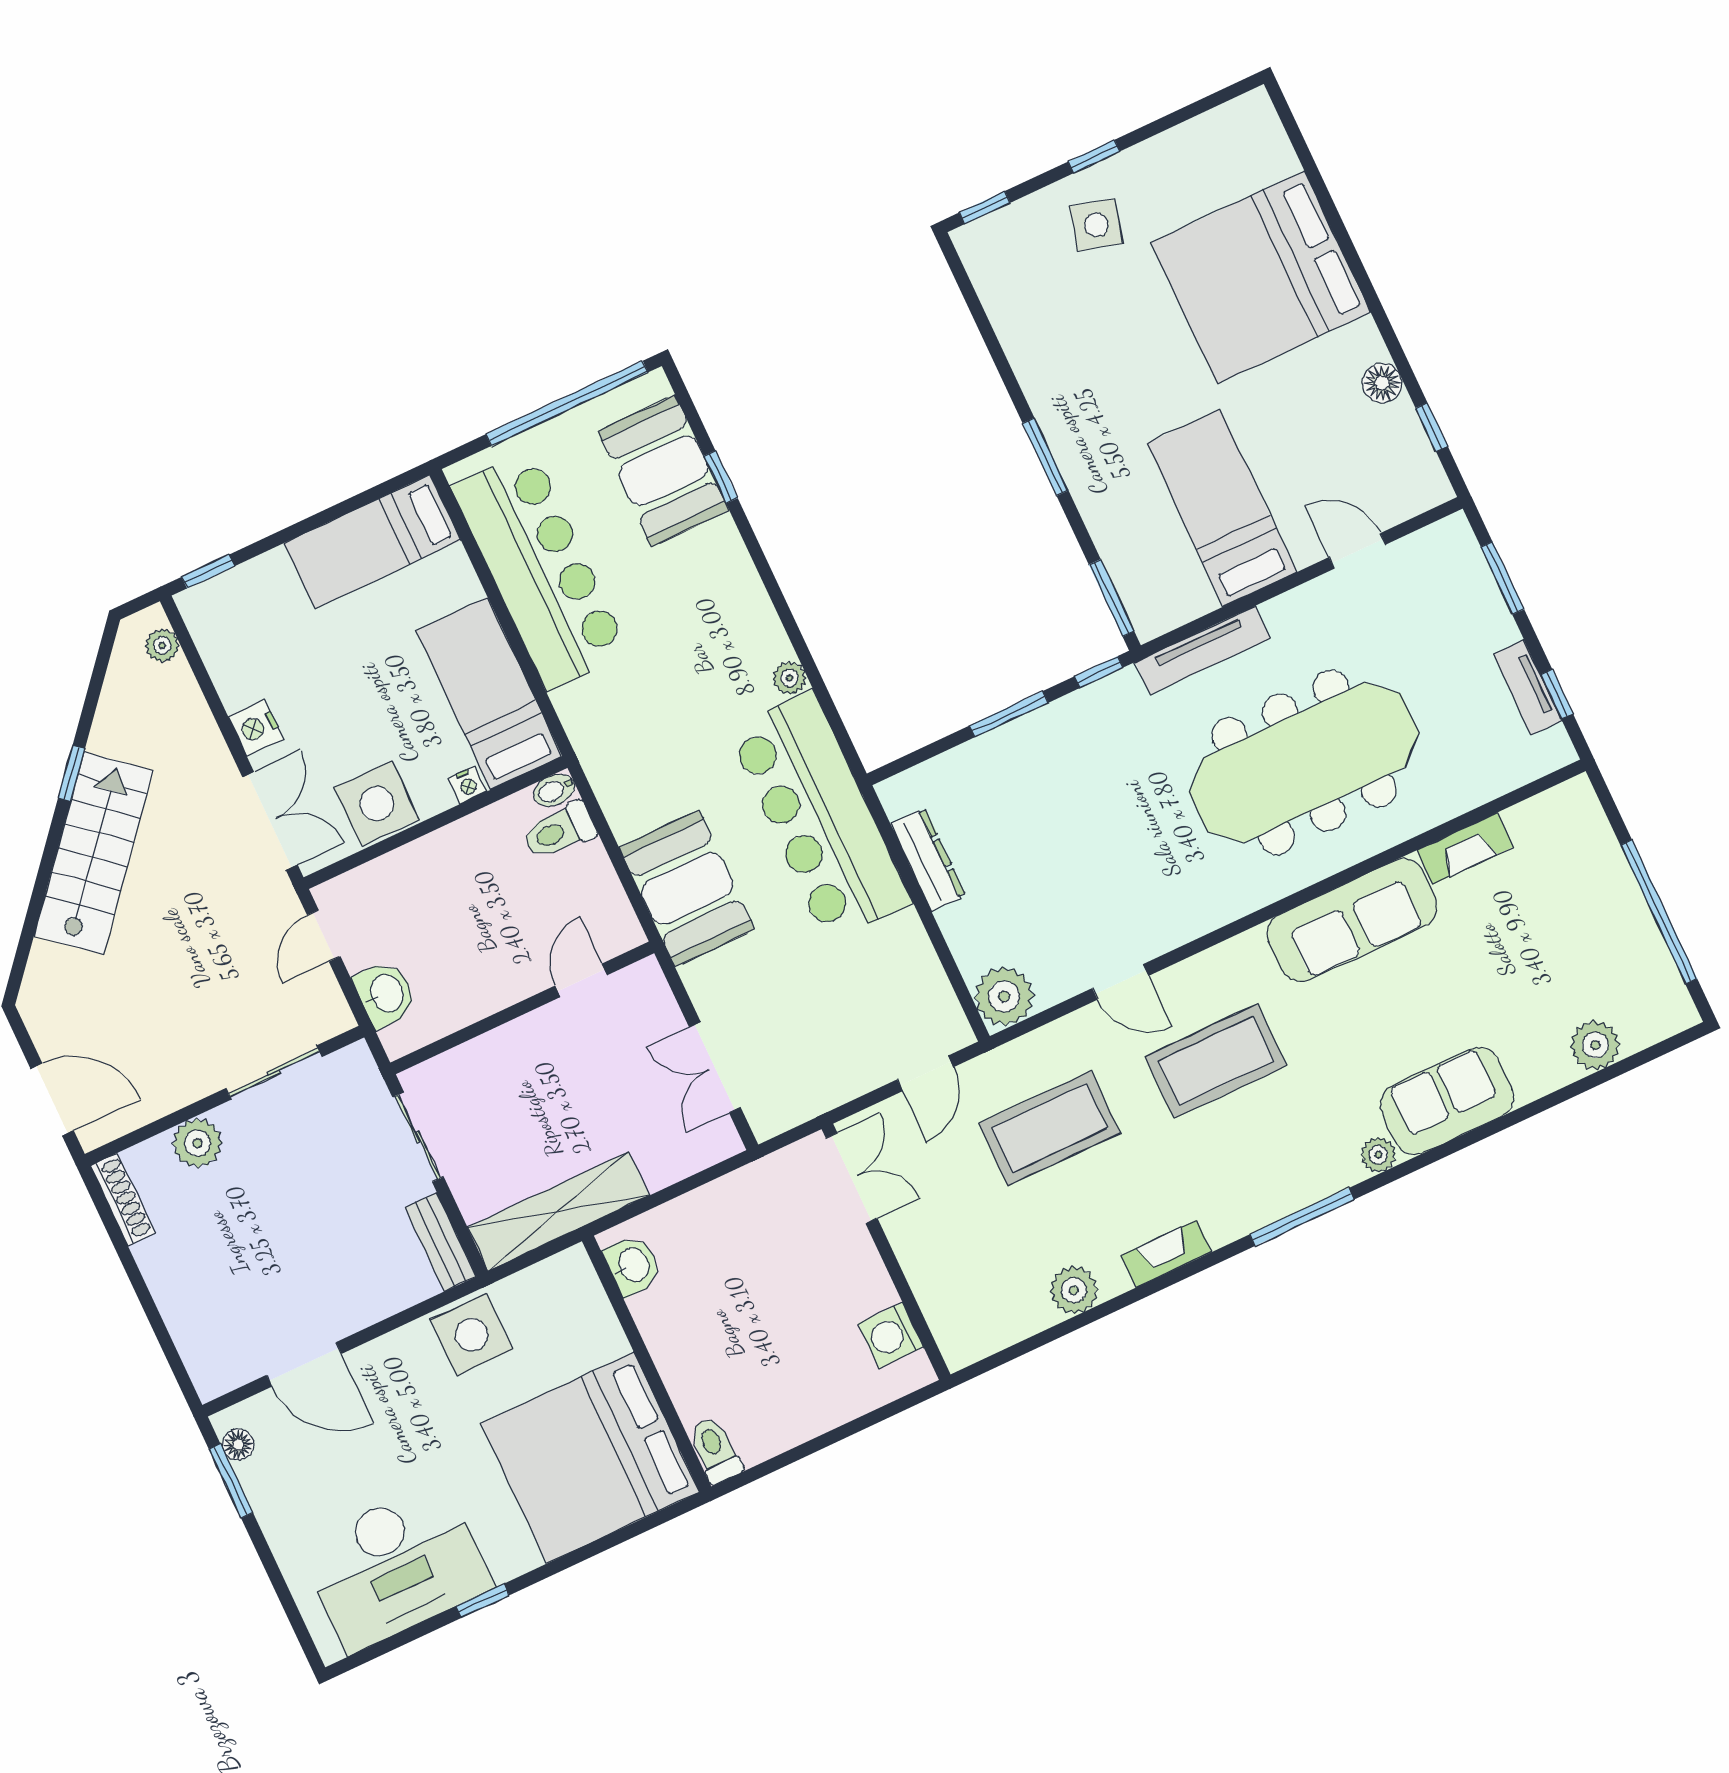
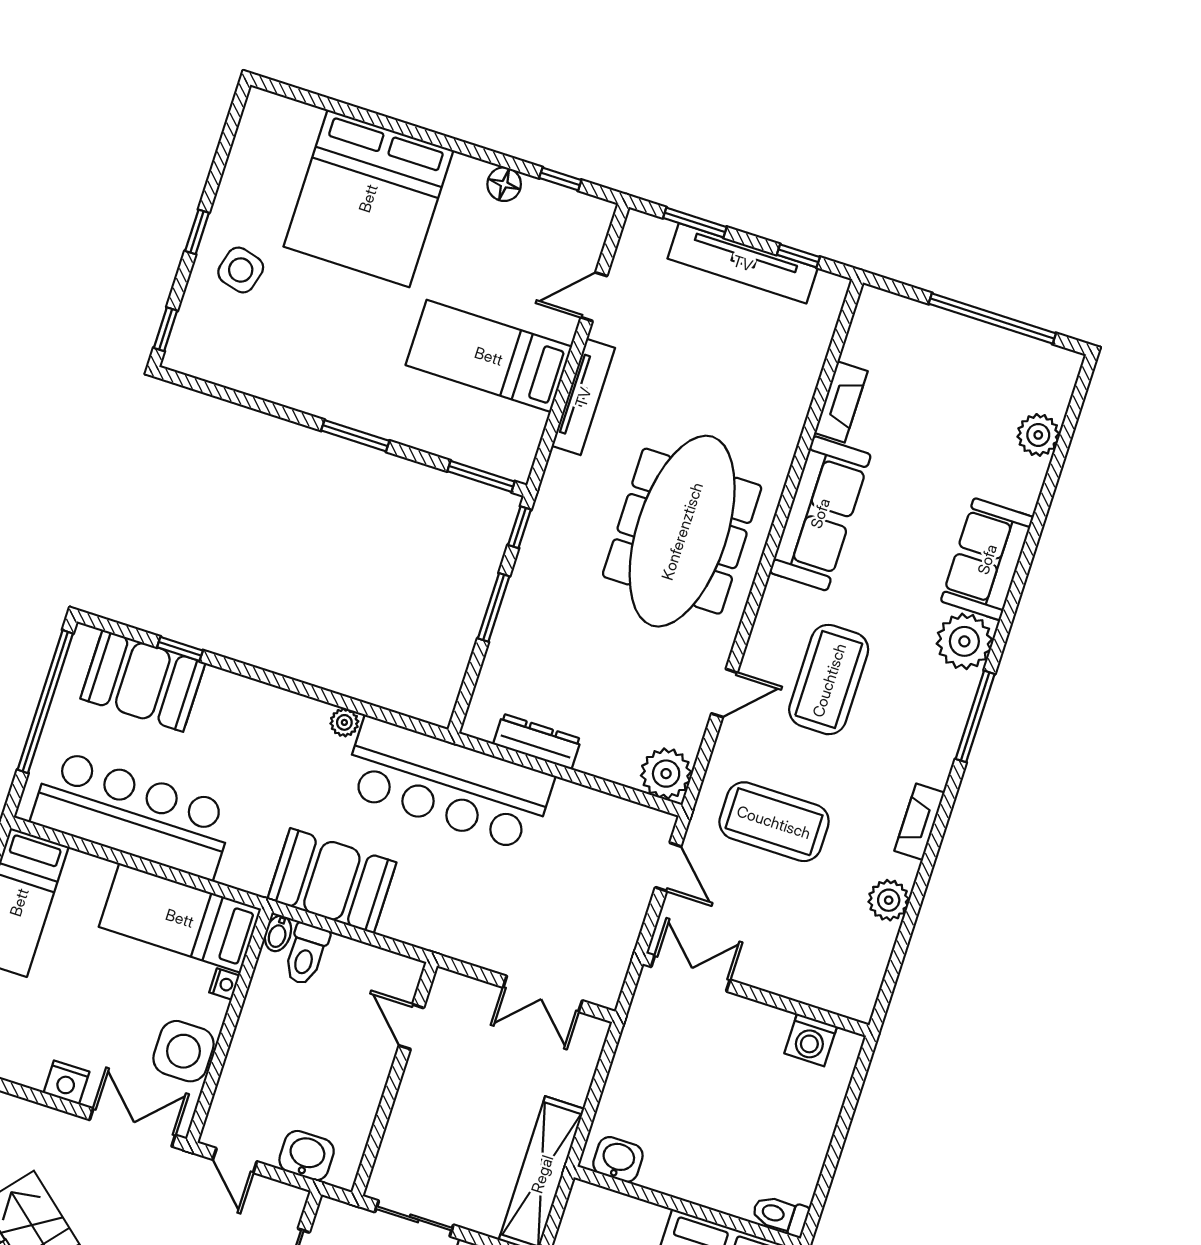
tv unit: (1203, 650) -> (583, 397), moved
tv unit: (1528, 687) -> (743, 263), width x1.92, depth x1.29
meeting table: (1304, 762) -> (682, 531), moved
booth: (687, 888) -> (332, 881), moved
coffee table: (1049, 1128) -> (774, 822), turned 90
plant: (1378, 1155) -> (964, 641), width x1.87, depth x1.87

